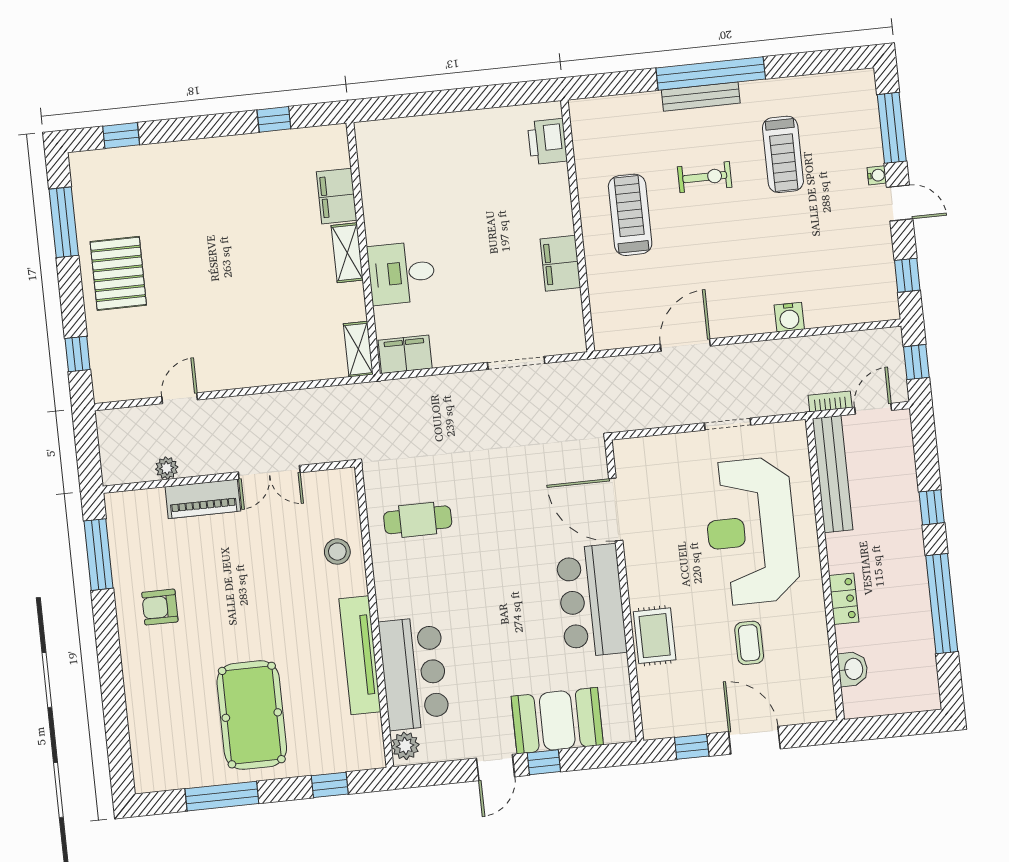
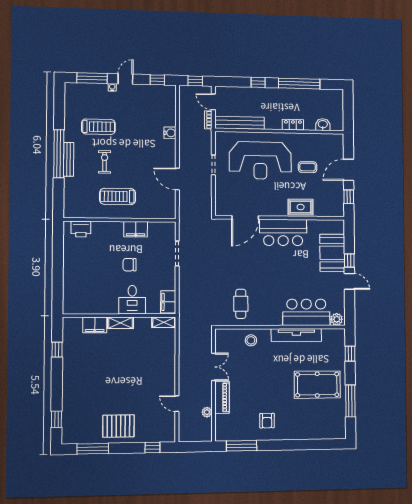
chair: (479, 259) -> (130, 265), added

